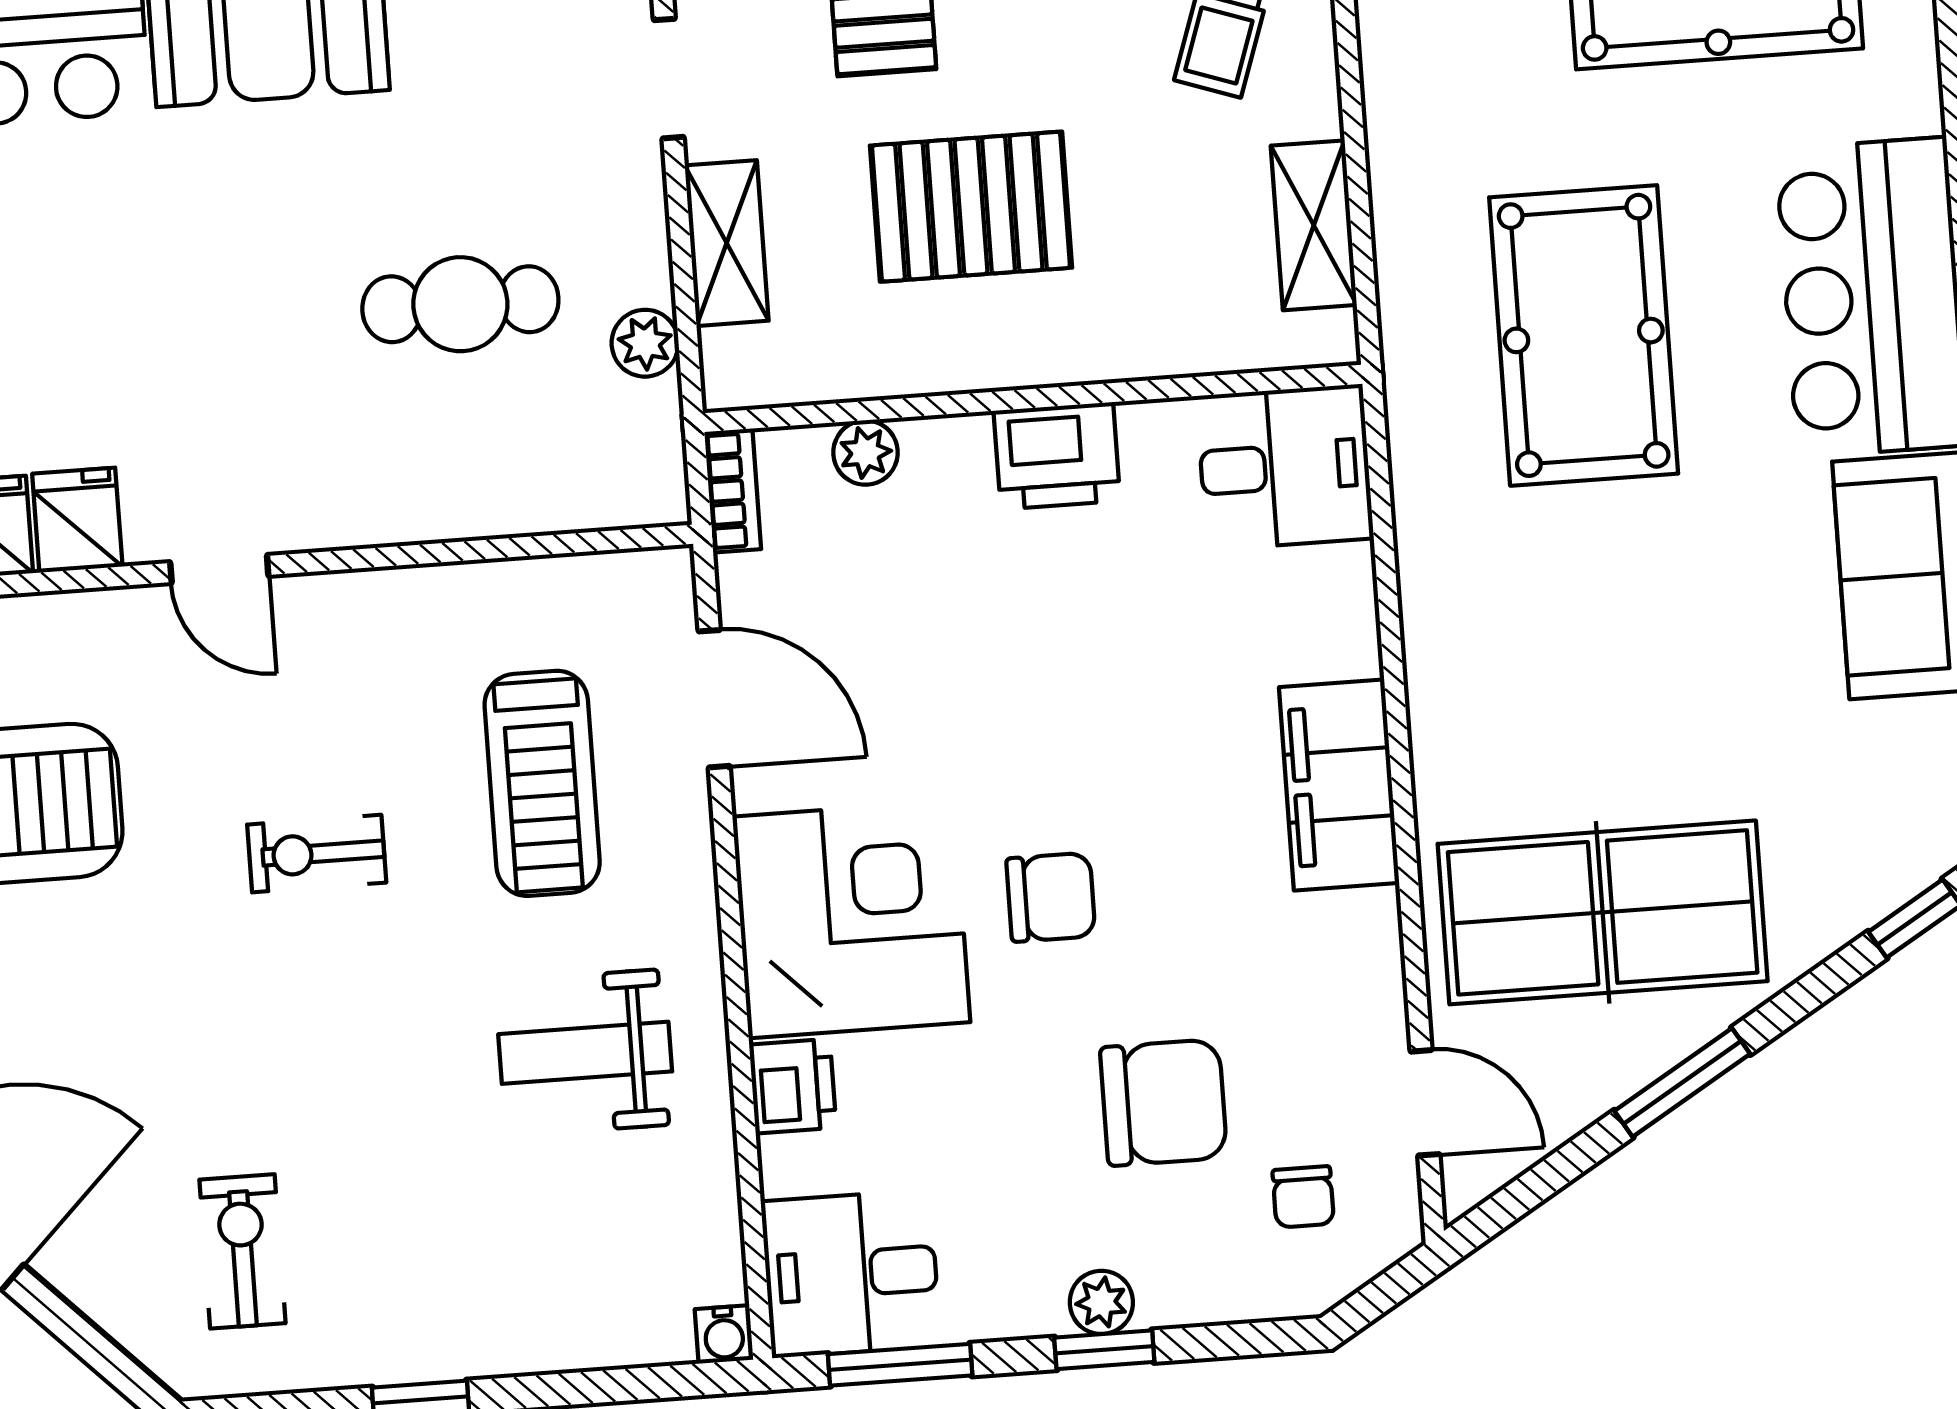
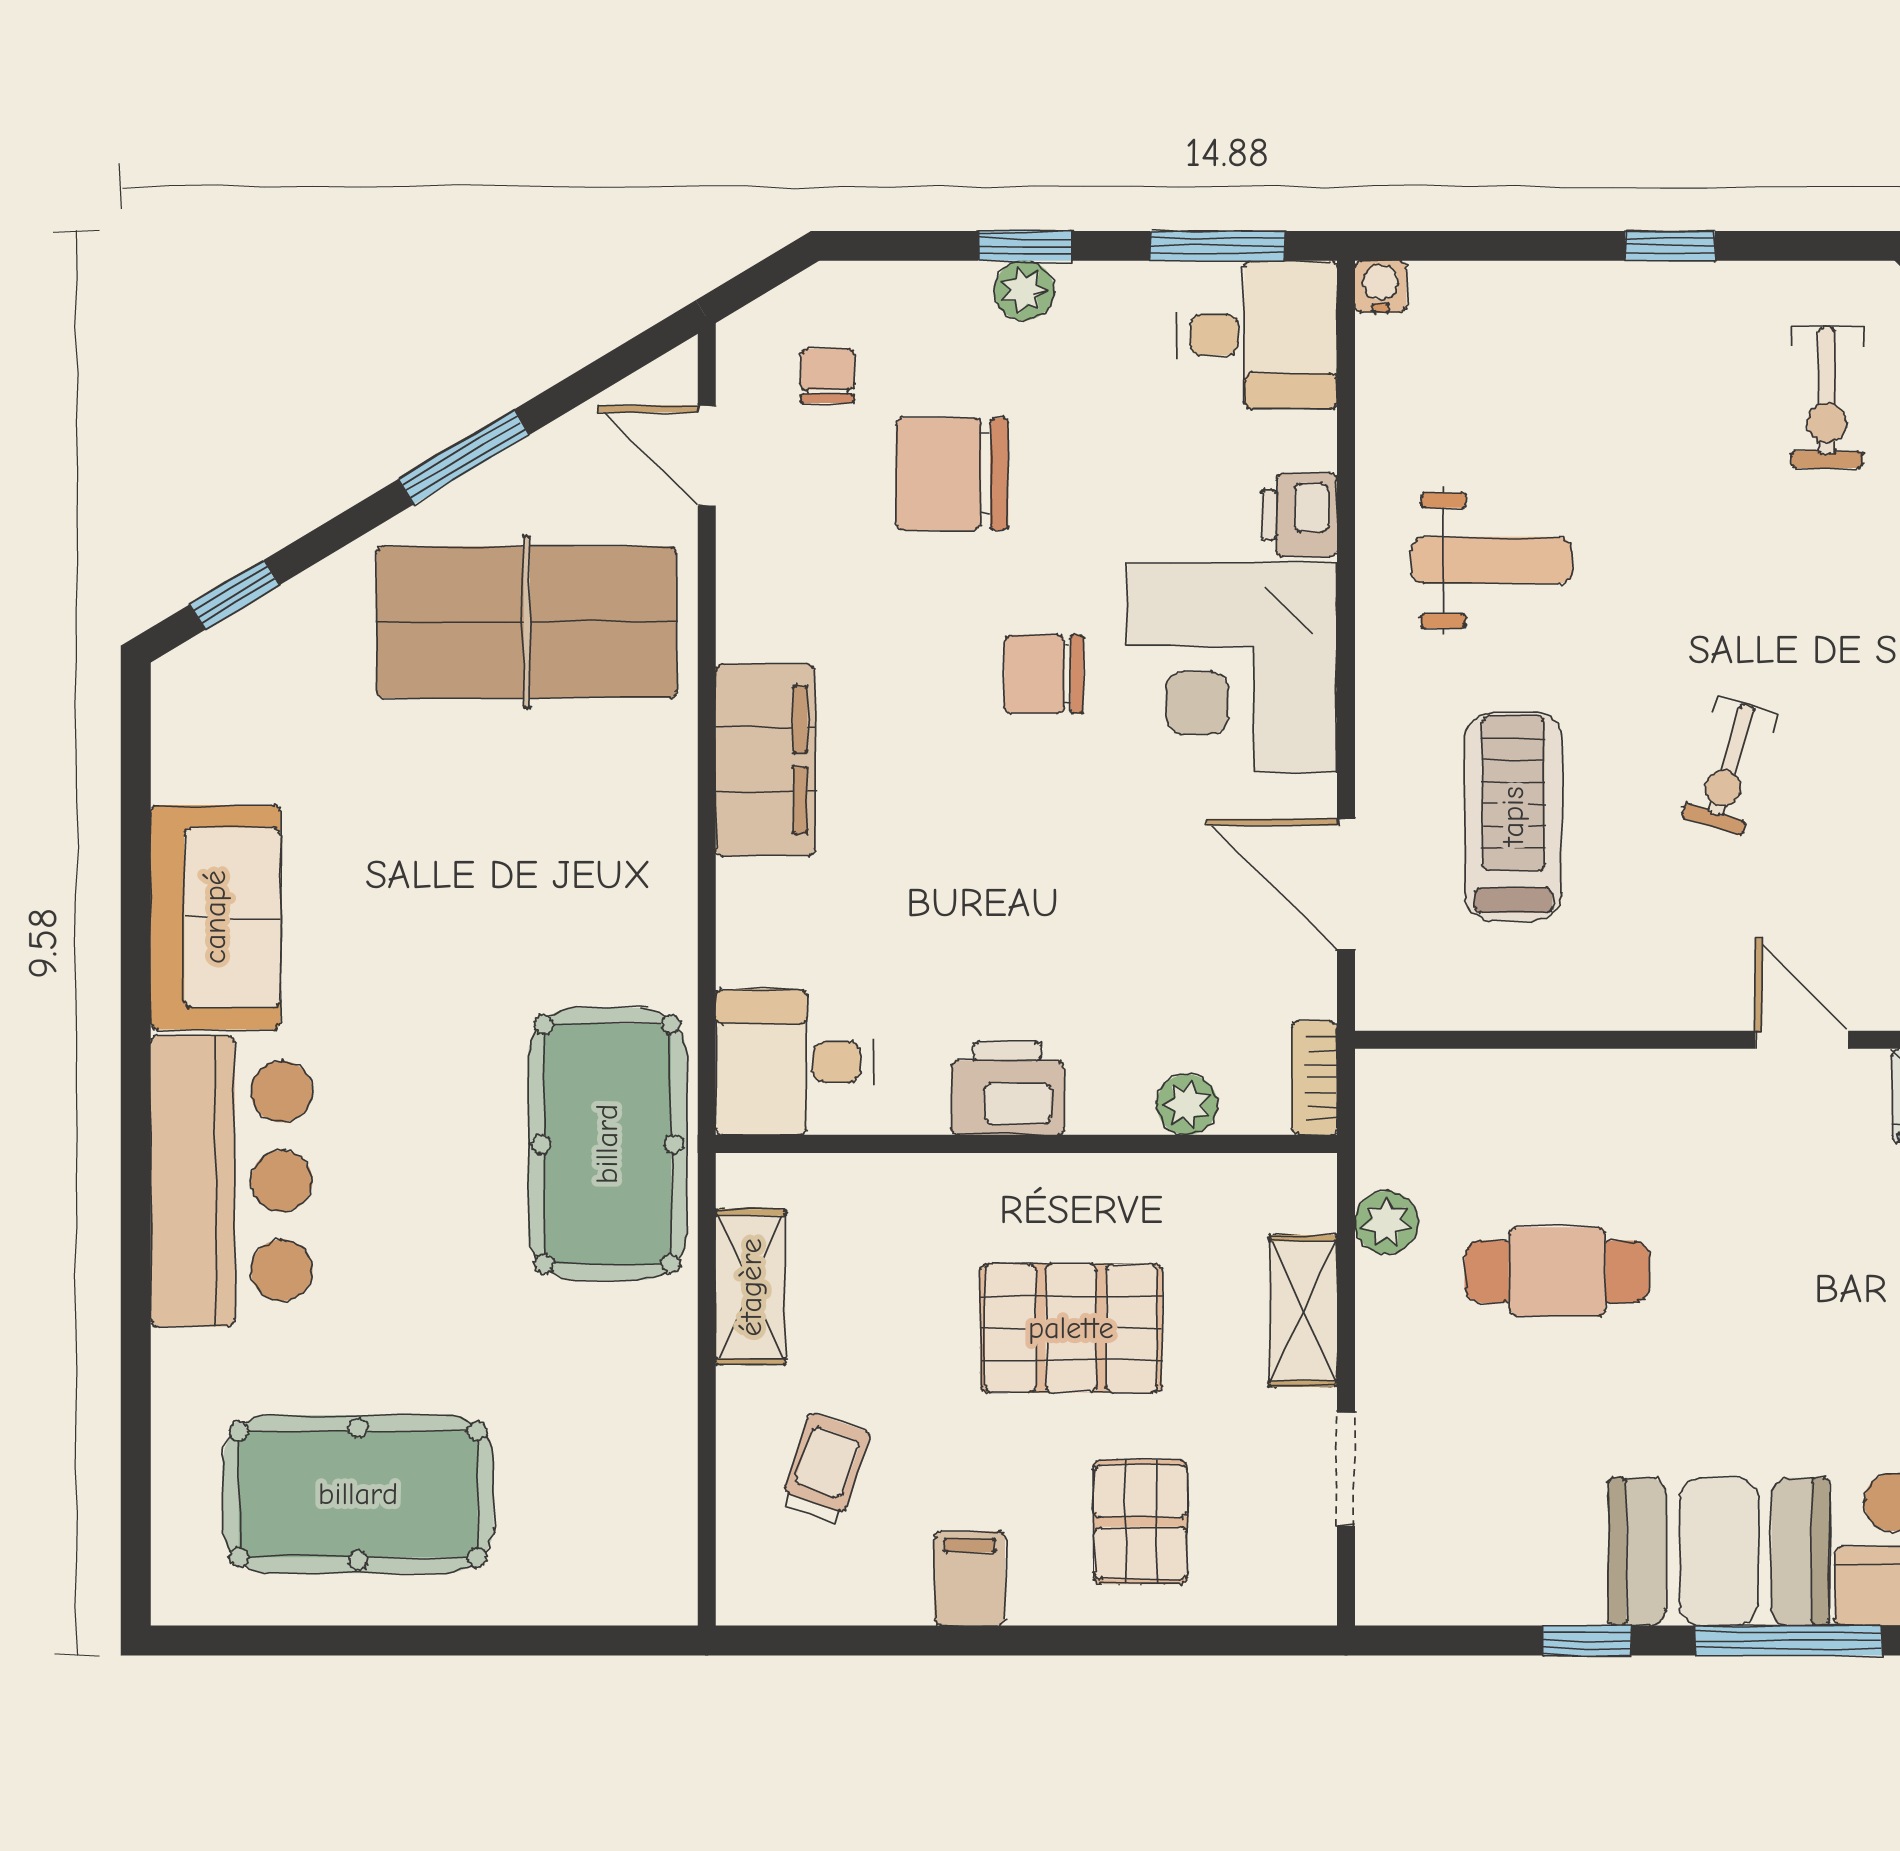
pool table: (1584, 335) -> (607, 1144), moved
exercise bike: (317, 854) -> (1730, 766), turned 107

